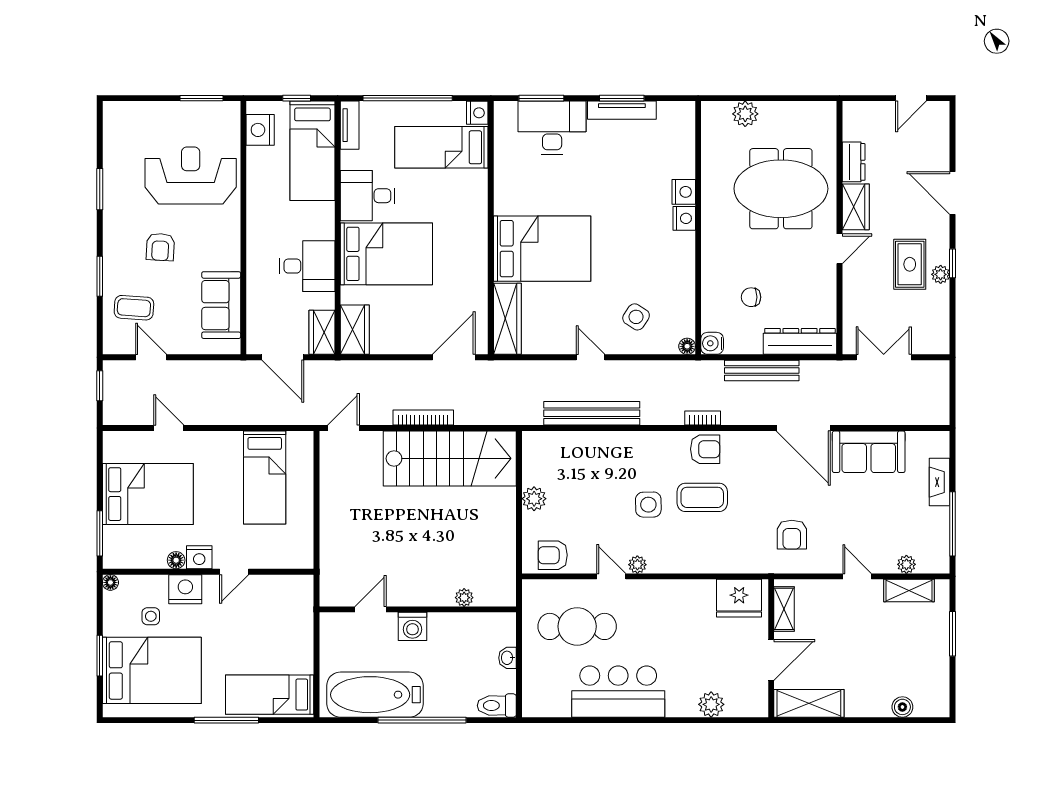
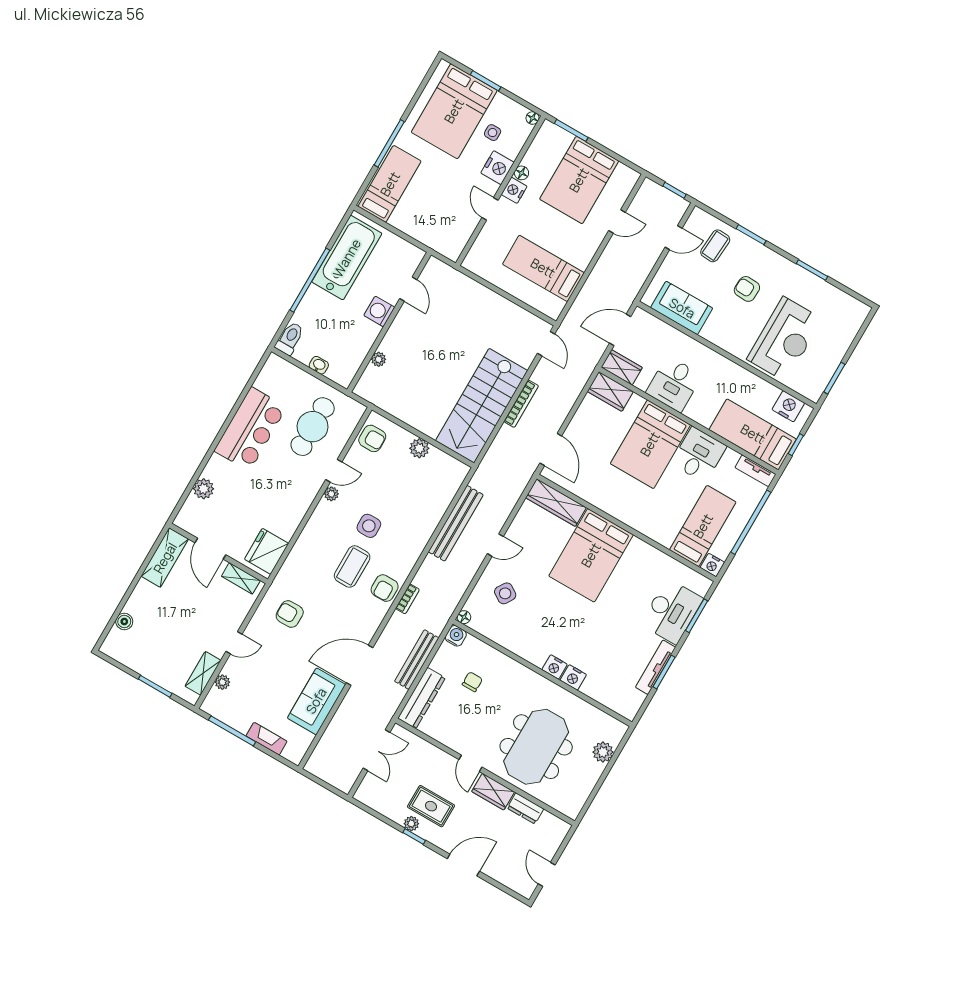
armchair: (553, 555) -> (372, 438), turned 90

